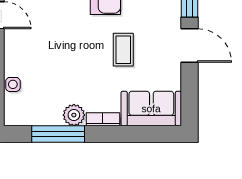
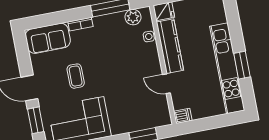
plant: (74, 115) -> (133, 17), moved

